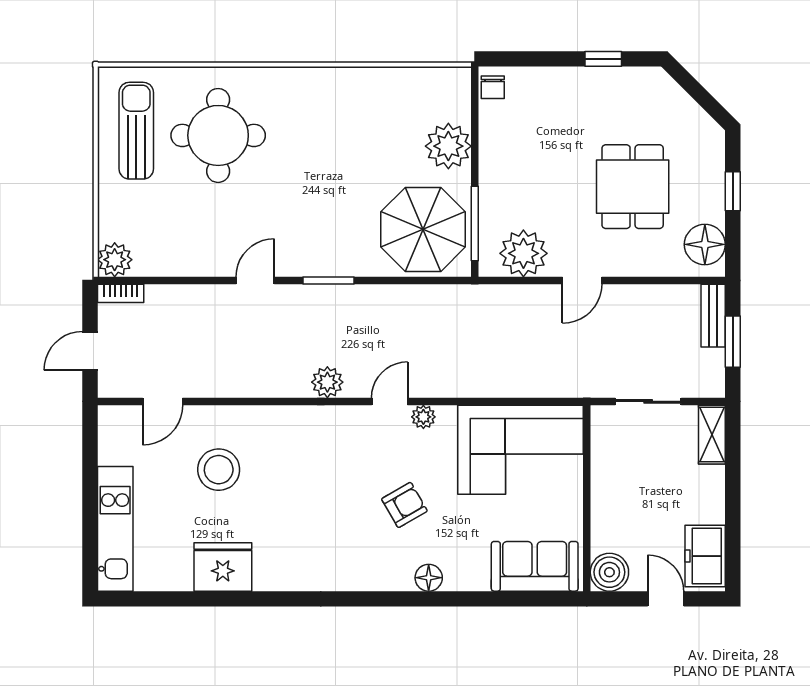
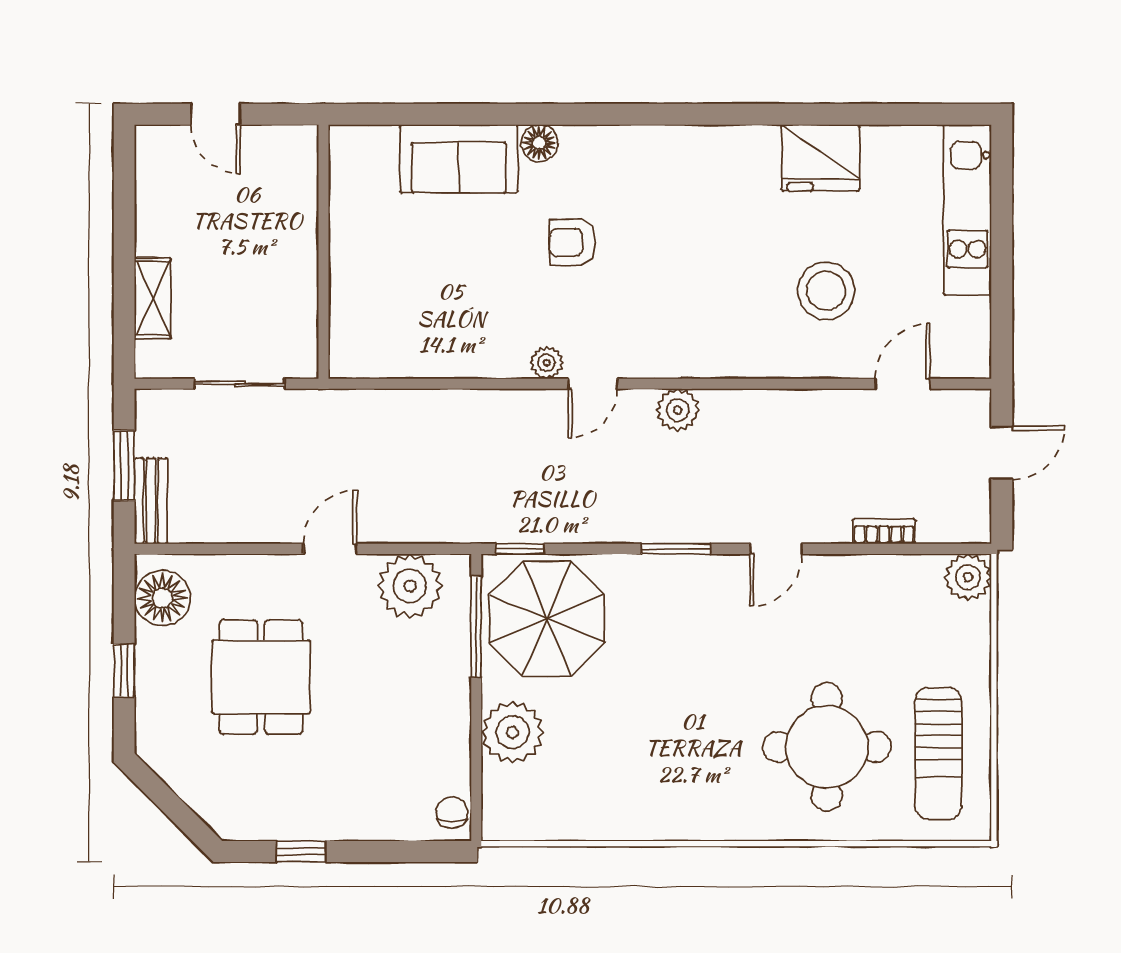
window: (443, 280) -> (520, 549), added
bookcase: (121, 293) -> (884, 531), moved
shelving: (712, 435) -> (153, 298), moved
corner sofa: (521, 450) -> (414, 318), removed
armchair: (404, 505) -> (572, 242), turned 30
freezer: (705, 556) -> (162, 173), removed
sofa: (535, 566) -> (459, 159), moved
boiler: (609, 572) -> (293, 151), removed

